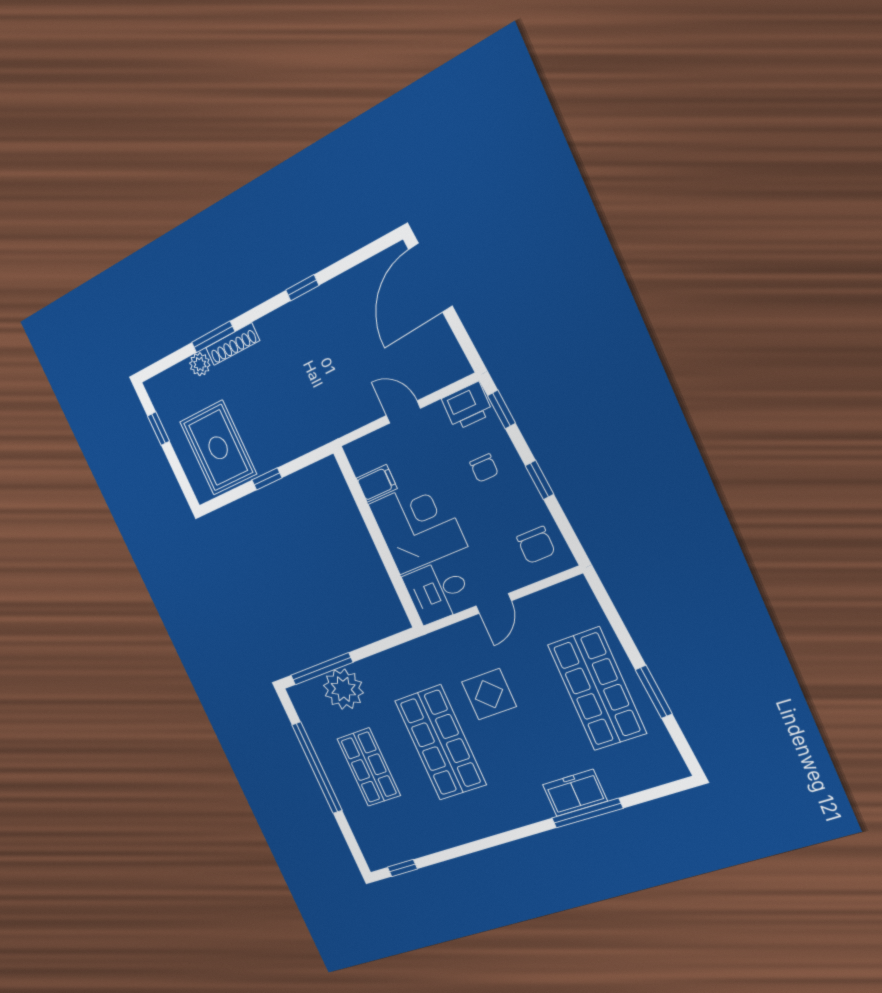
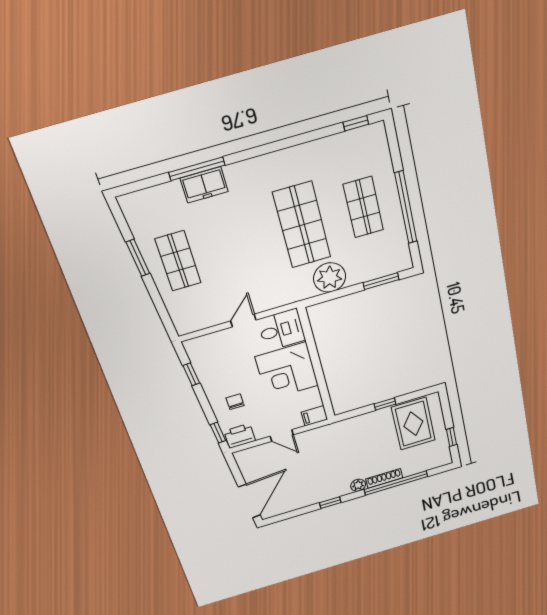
window: (213, 337) -> (396, 483), width x2.11
plant: (200, 364) -> (358, 485), moved
window: (539, 480) -> (191, 374), moved
filing cabinet: (377, 483) -> (314, 416), moved
chair: (536, 545) -> (208, 355), removed
window: (322, 669) -> (381, 281), width x0.69
plant: (343, 689) -> (330, 277), moved
shop shelf: (597, 689) -> (178, 261), width x0.70, depth x0.74
display table: (489, 694) -> (258, 260), removed

